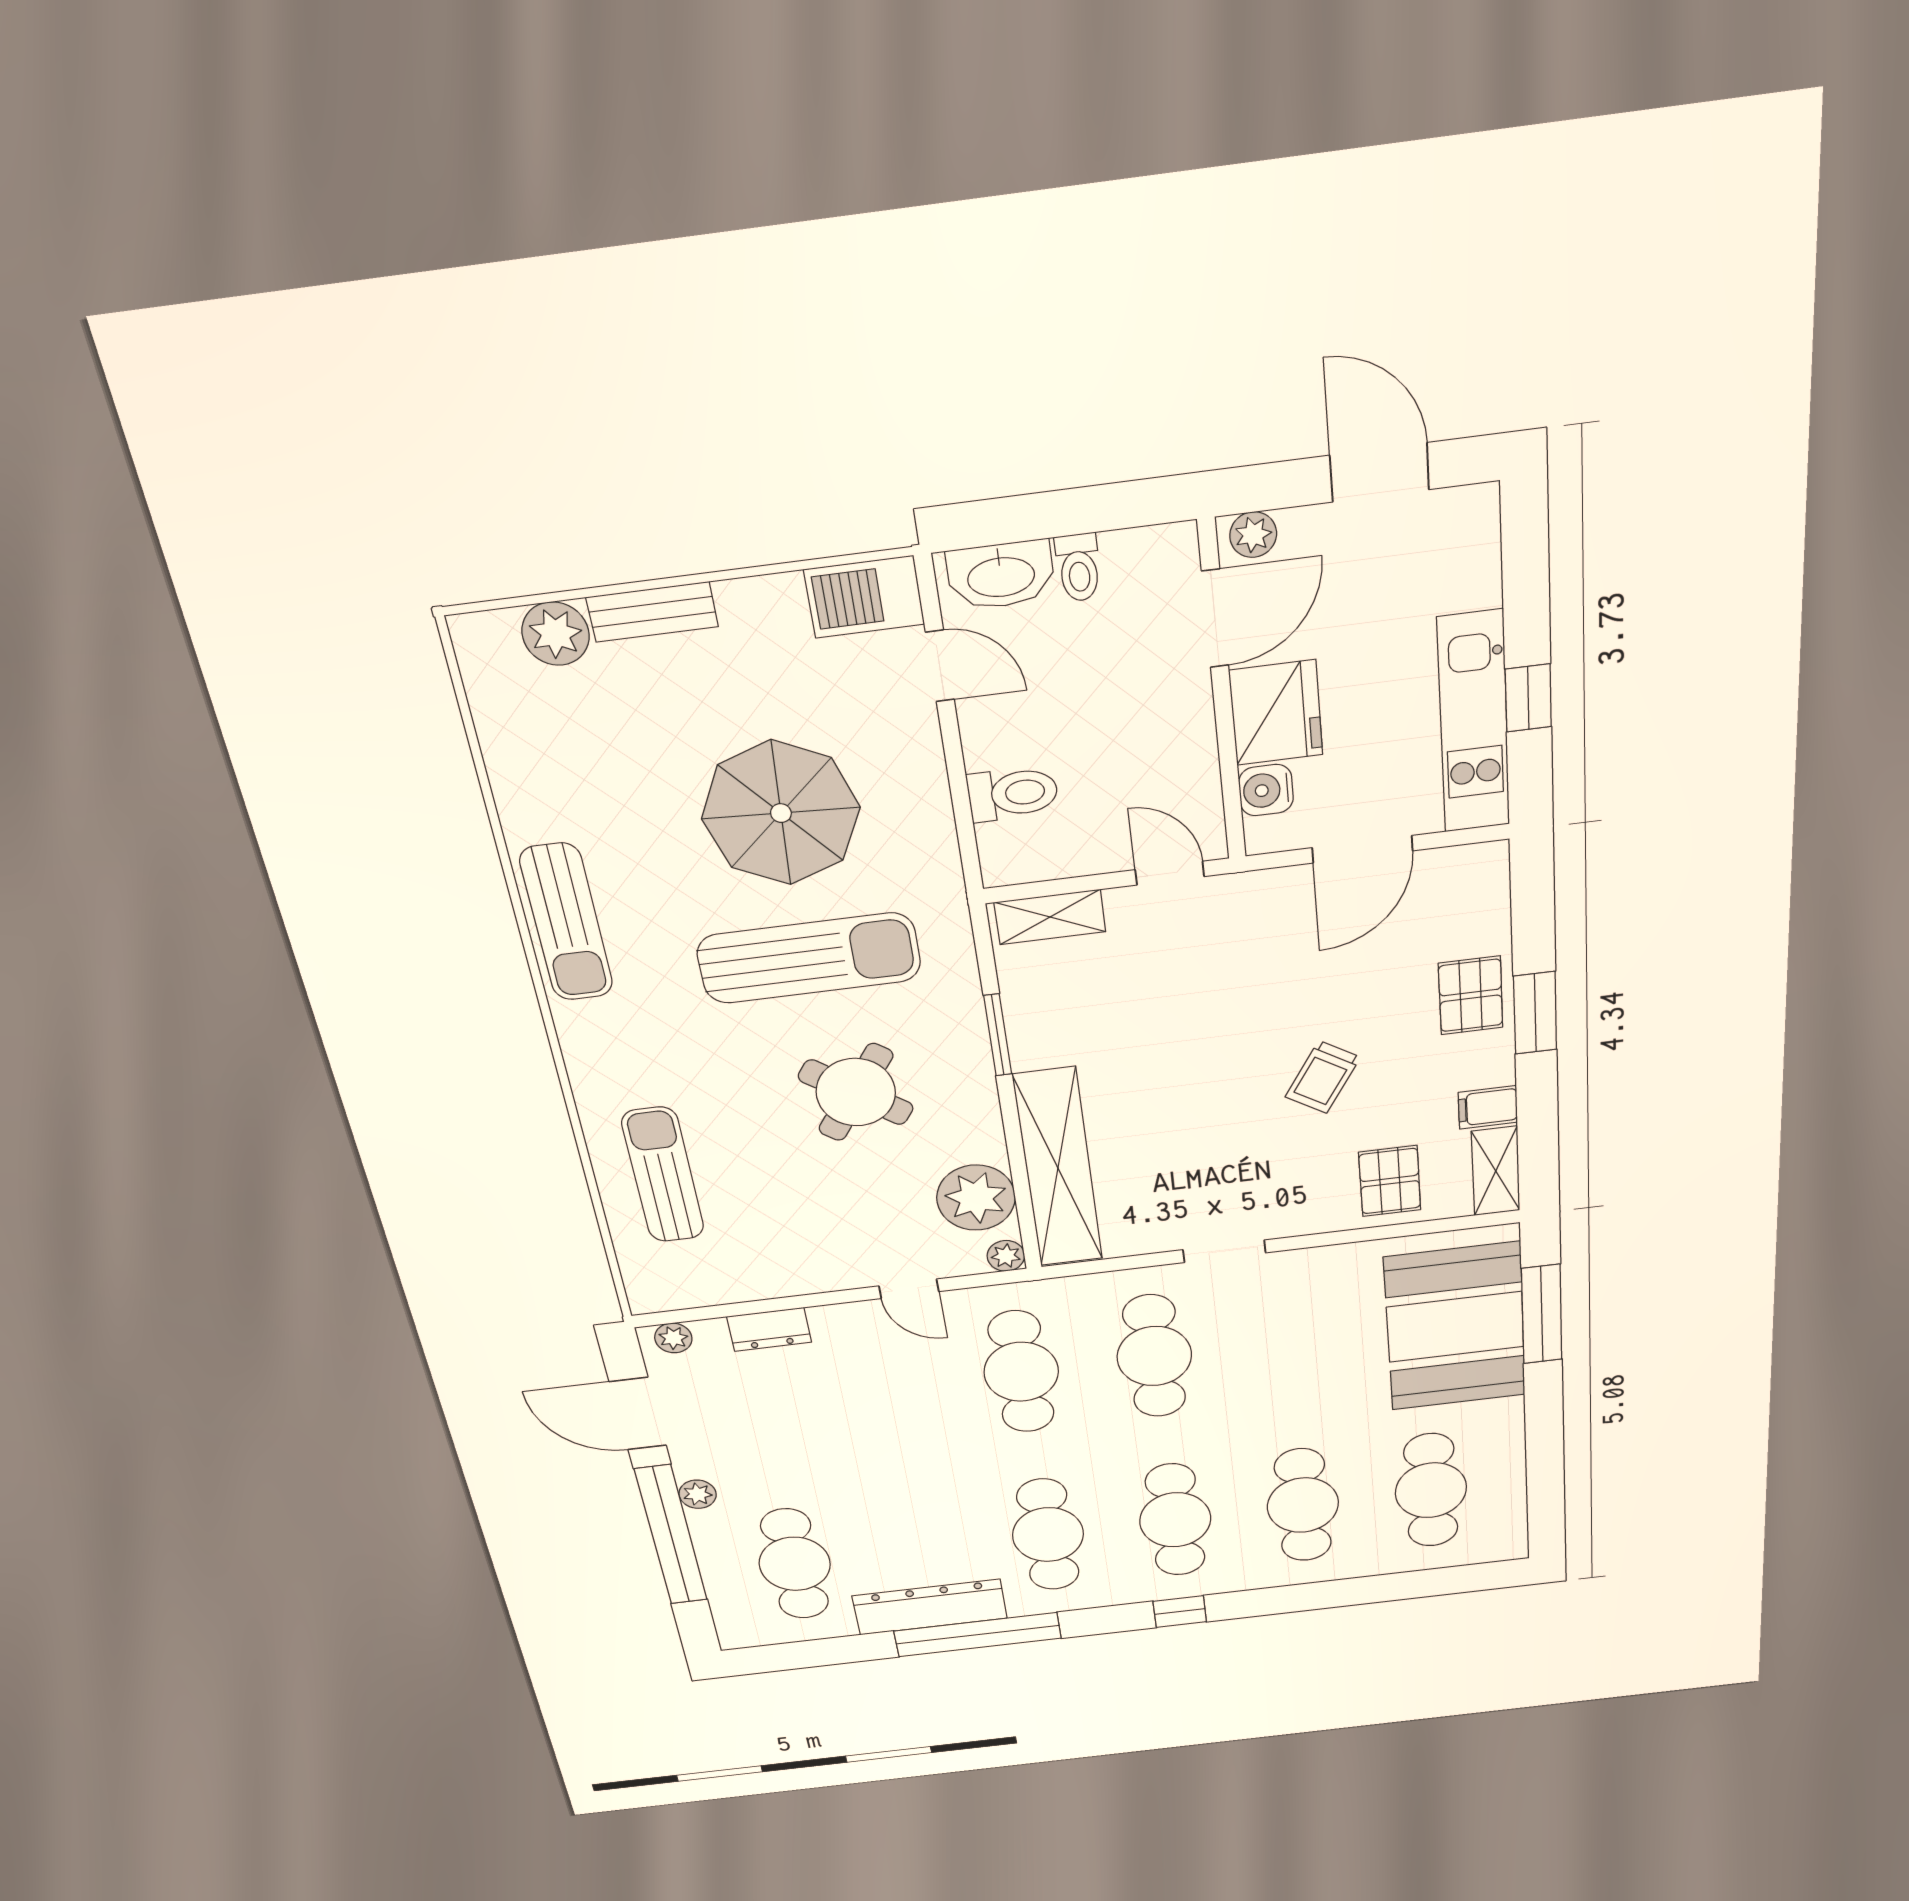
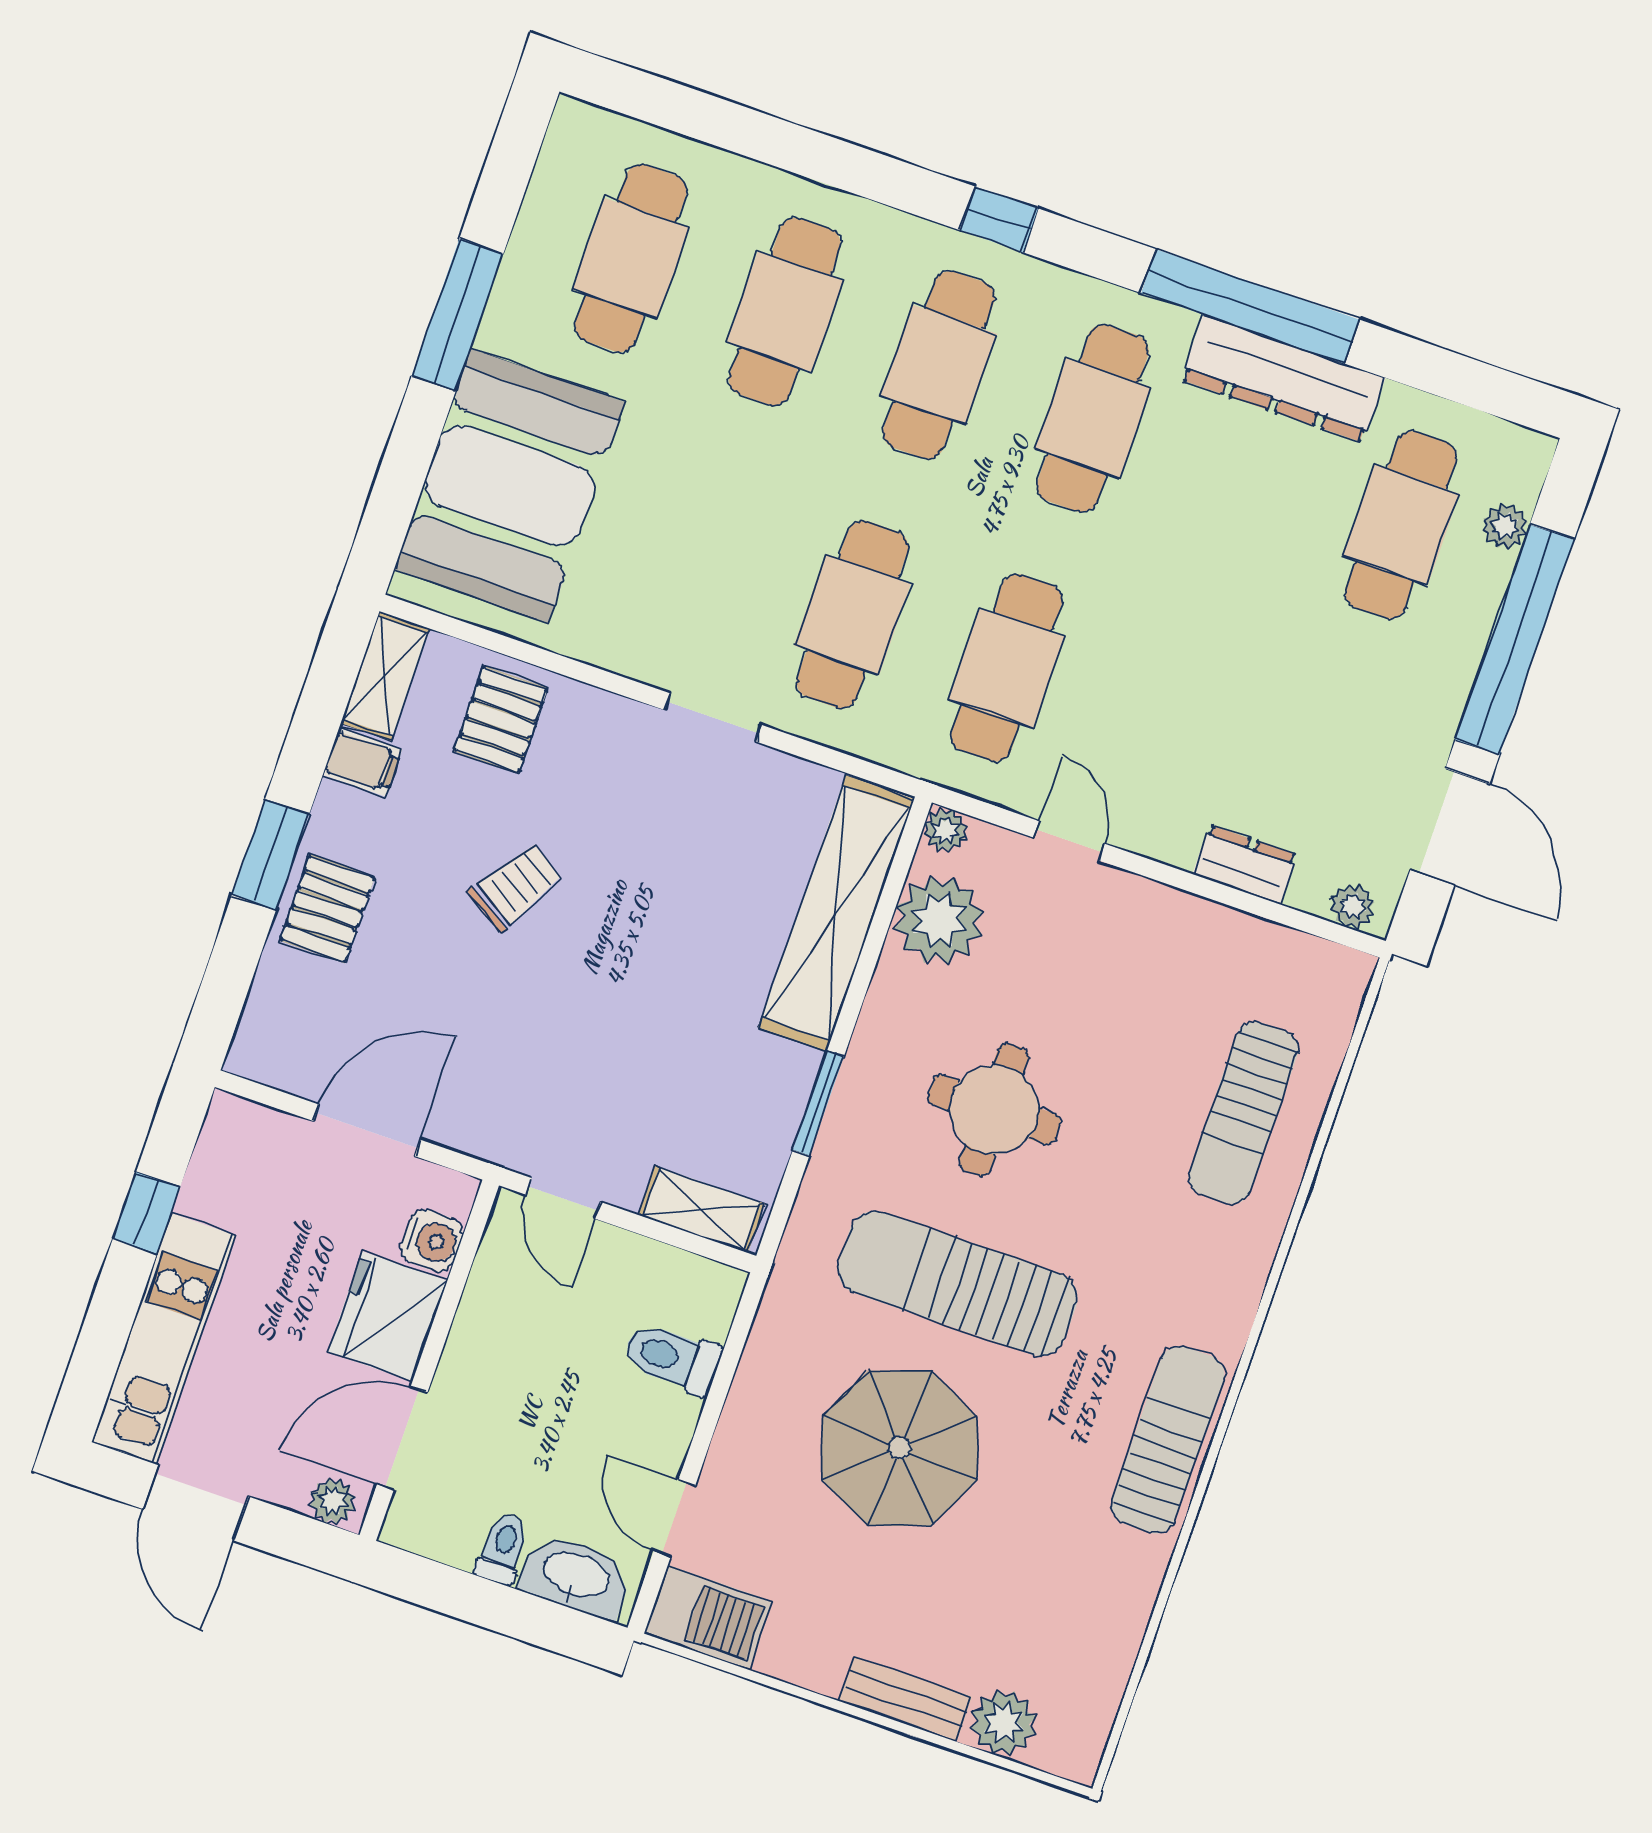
kitchen unit: (1474, 723) -> (164, 1339), moved
round table: (856, 1092) -> (994, 1110), turned -36
window: (1542, 1314) -> (457, 315), moved
plant: (698, 1494) -> (1505, 526), moved

